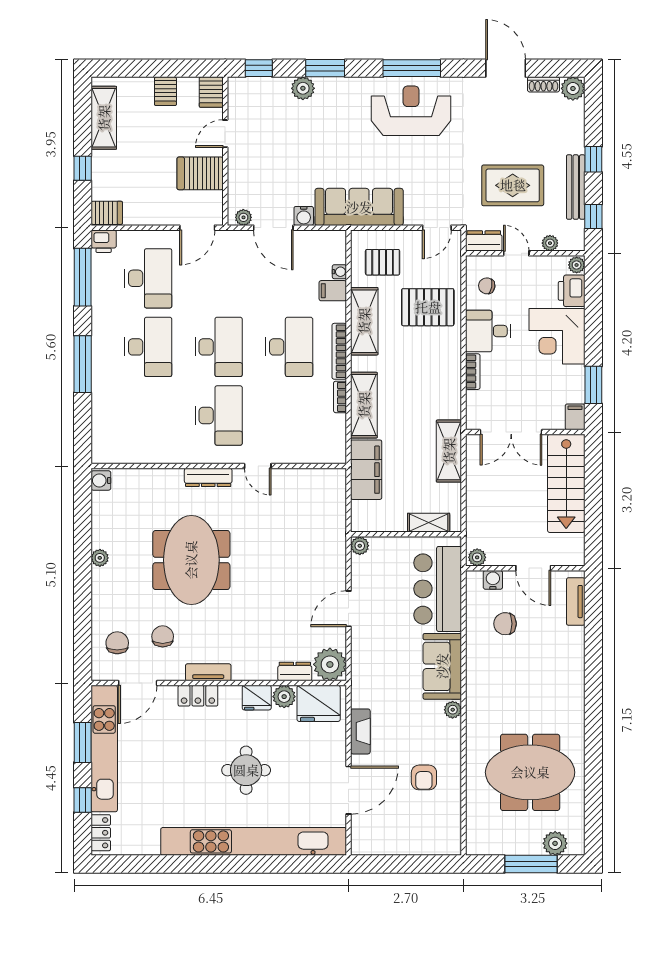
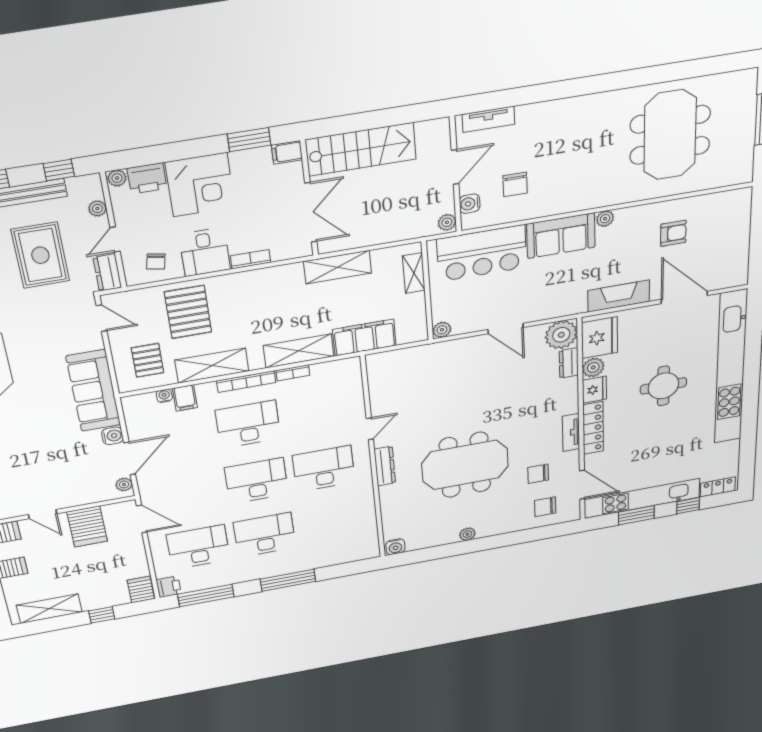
locker: (198, 696) -> (593, 428), width x1.53
fireplace: (360, 731) -> (619, 296), width x1.37, depth x1.32
plant: (555, 843) -> (745, 98), removed

